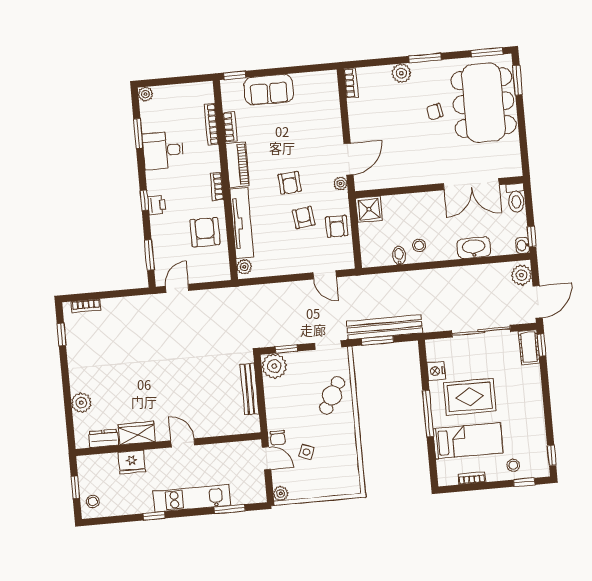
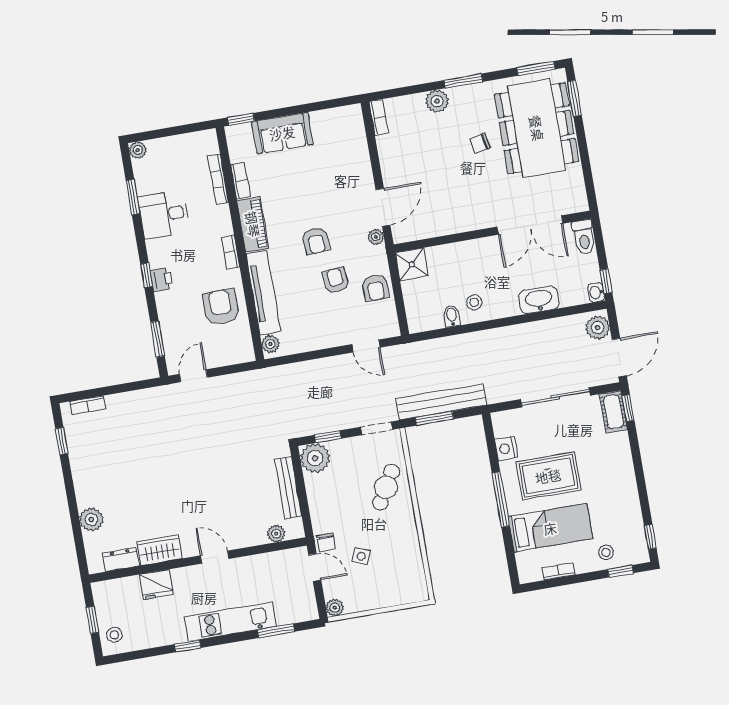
plant: (236, 427) -> (276, 534), added

